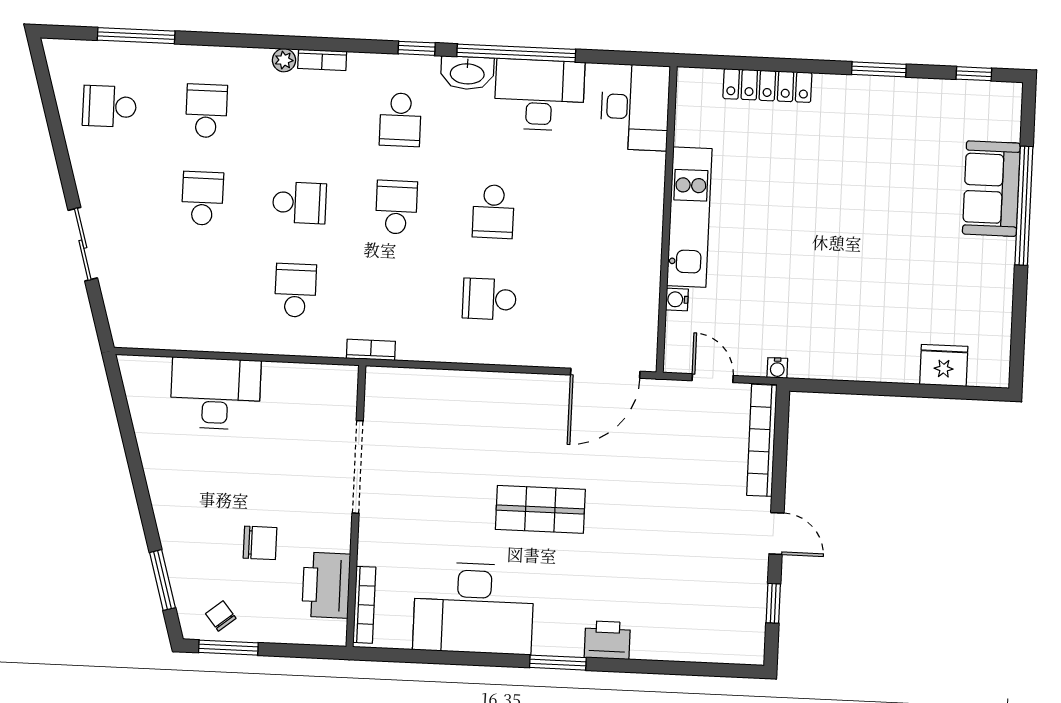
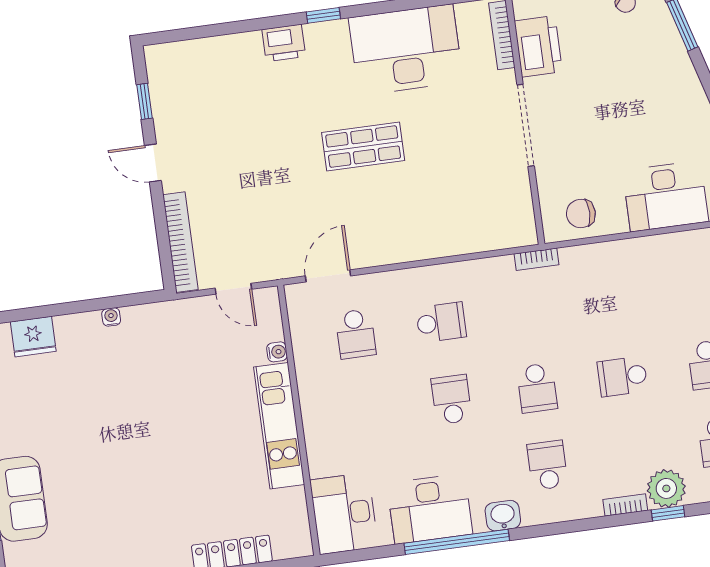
window: (417, 48) -> (668, 513), moved
plant: (284, 60) -> (666, 488), width x1.87, depth x1.87
washbasin: (467, 73) -> (503, 516), width x0.72
school desk: (295, 290) -> (356, 334), moved
water cooler: (777, 368) -> (111, 317), moved
door: (605, 373) -> (328, 276), width x0.73
doorway: (358, 467) -> (526, 125), moved
chair: (260, 543) -> (581, 214), moved
window: (558, 663) -> (323, 15), width x0.67

